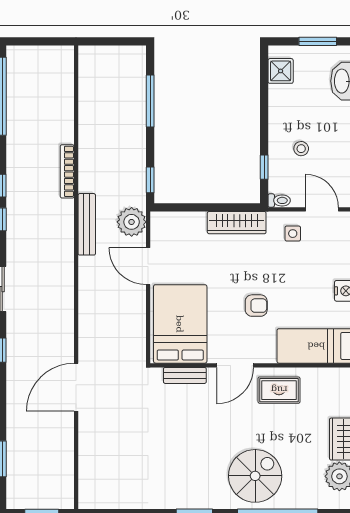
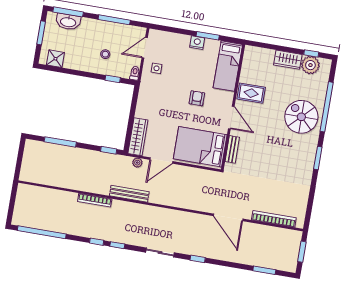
plant: (132, 222) -> (137, 163), width x0.53, depth x0.53
wardrobe: (237, 223) -> (138, 137), moved
rug: (279, 390) -> (251, 93), turned 90
bookcase: (86, 460) -> (274, 219), added

